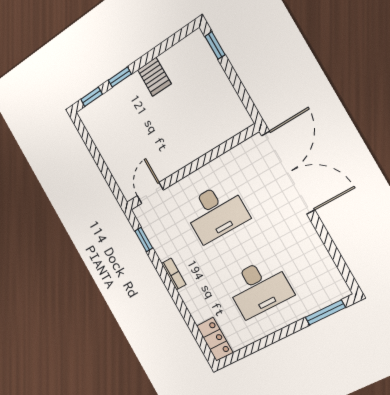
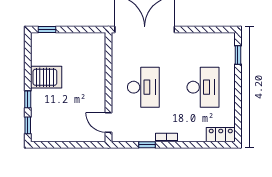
server rack: (154, 77) -> (46, 77), width x1.36, depth x1.44
window: (144, 240) -> (147, 145), moved
window: (325, 312) -> (238, 55), width x0.67

